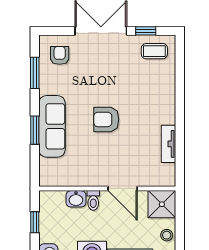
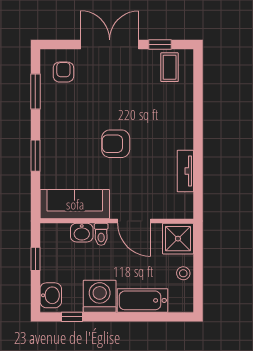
coffee table: (154, 51) -> (170, 67), turned 90
sofa: (52, 126) -> (75, 204), moved, turned -90

